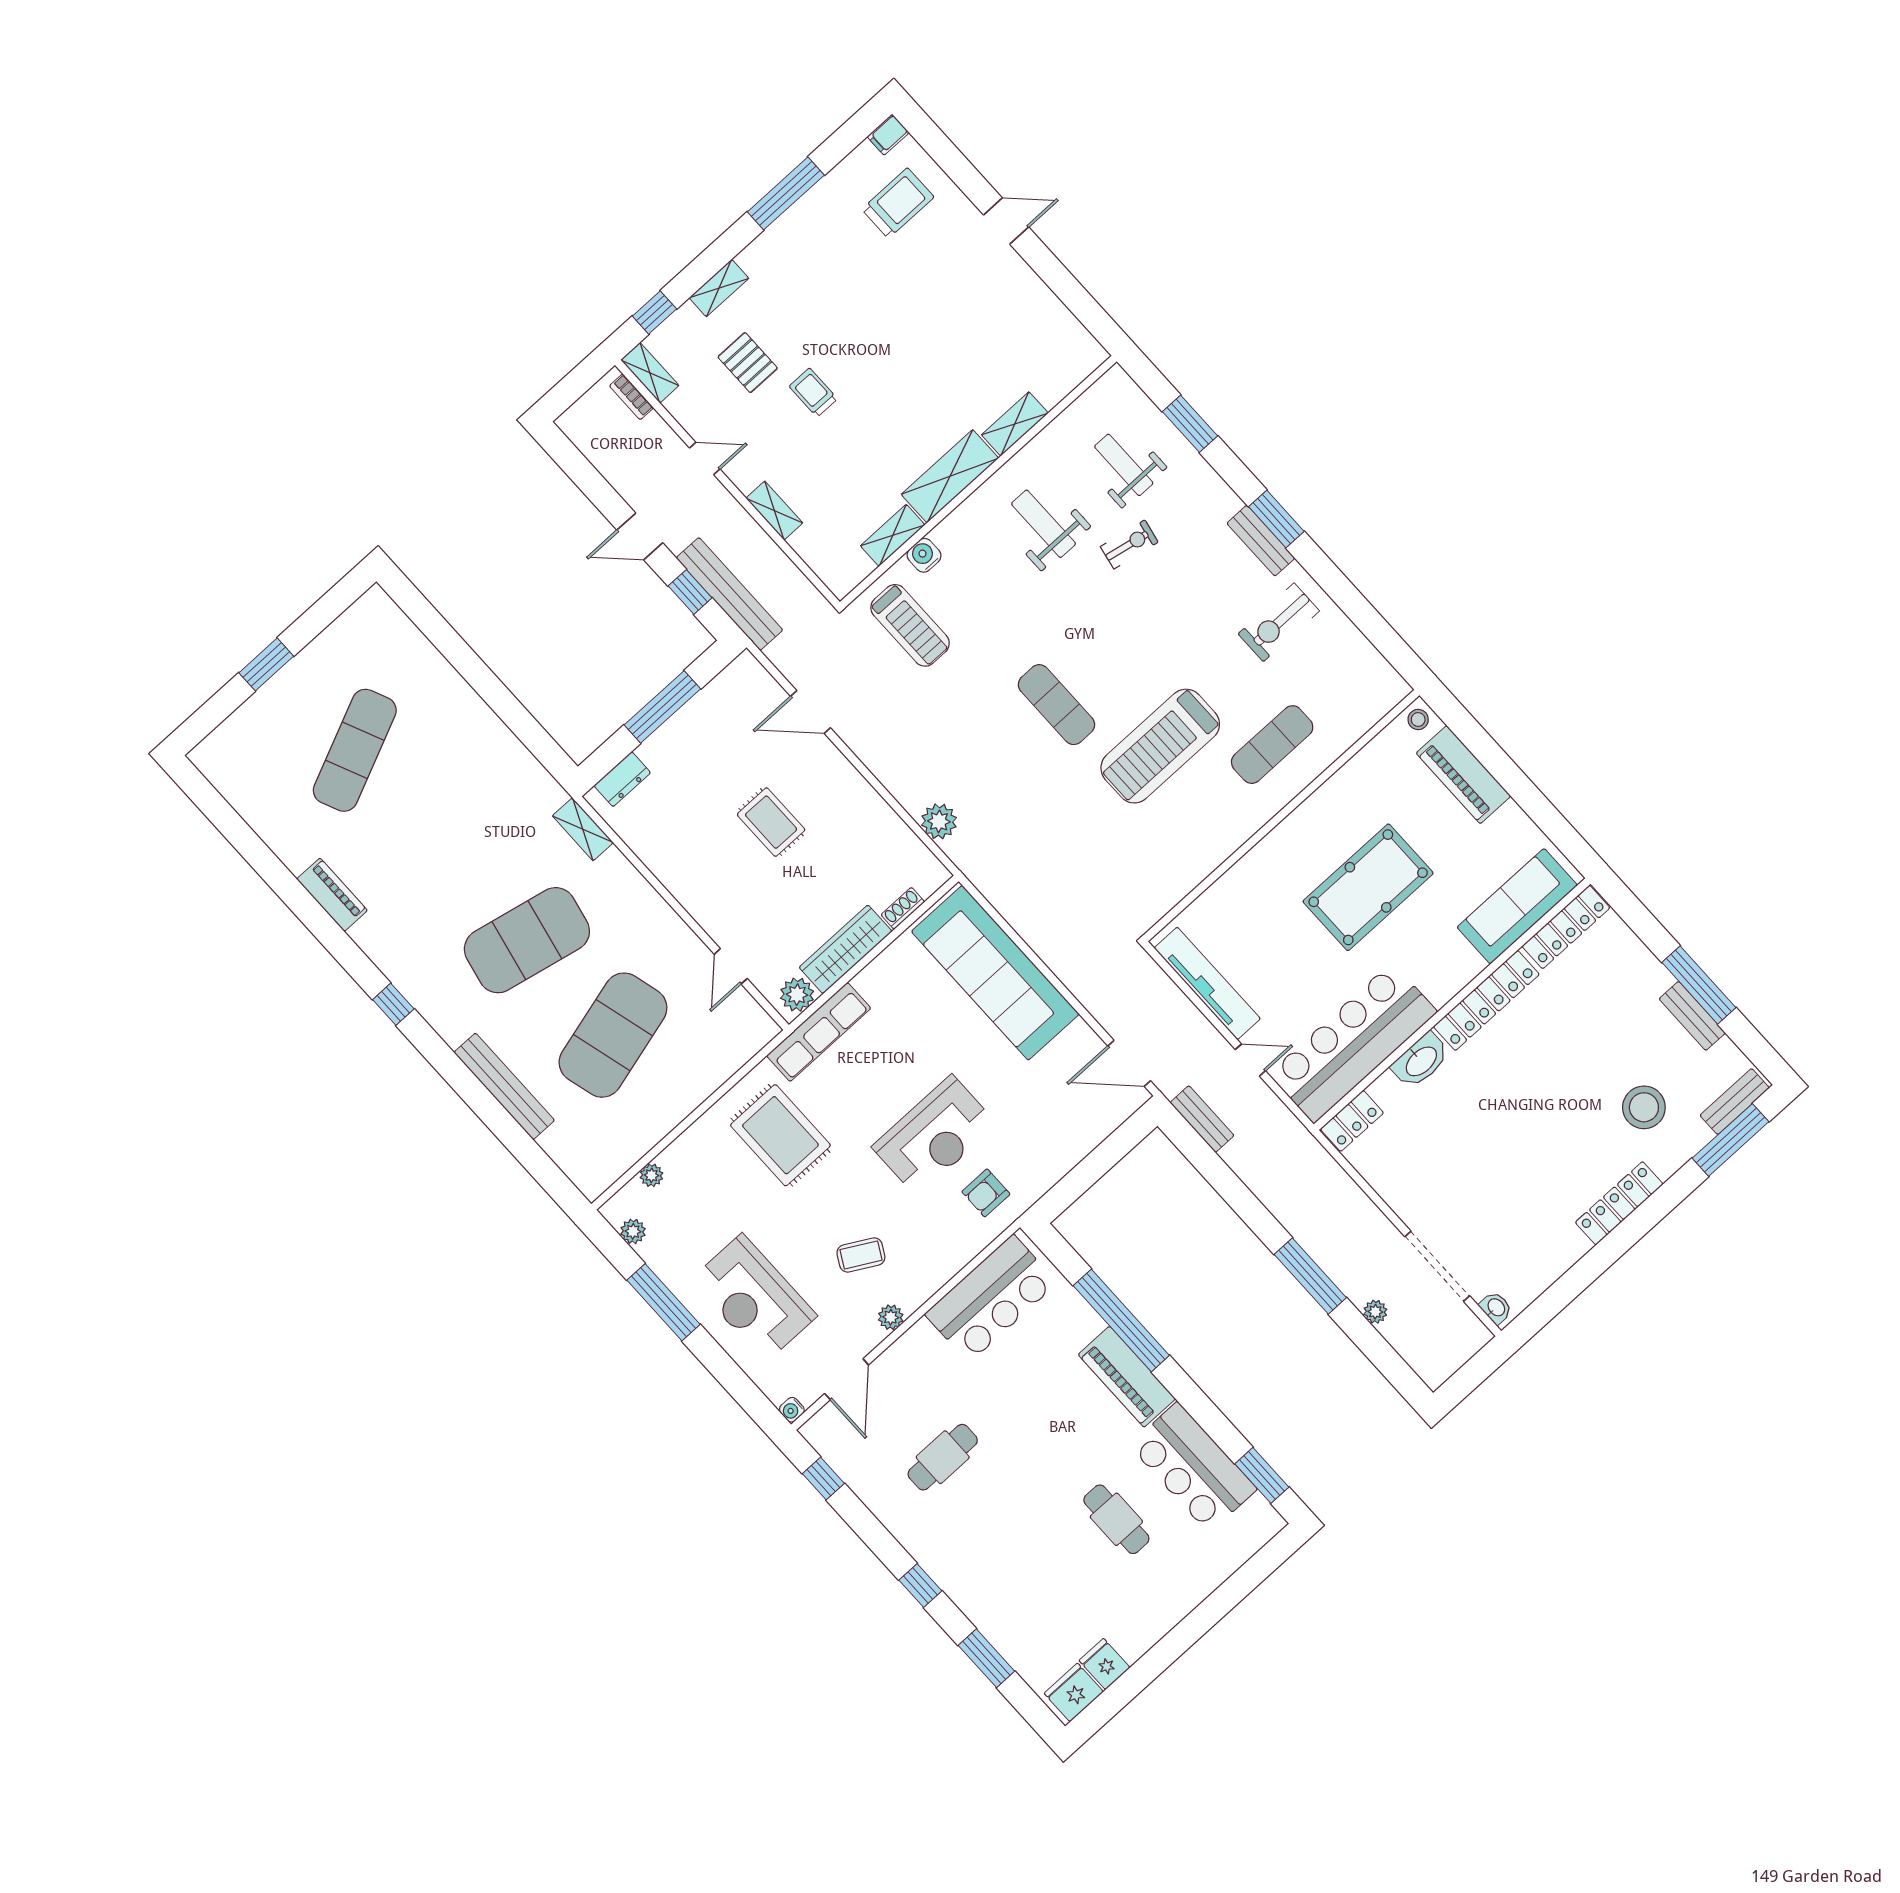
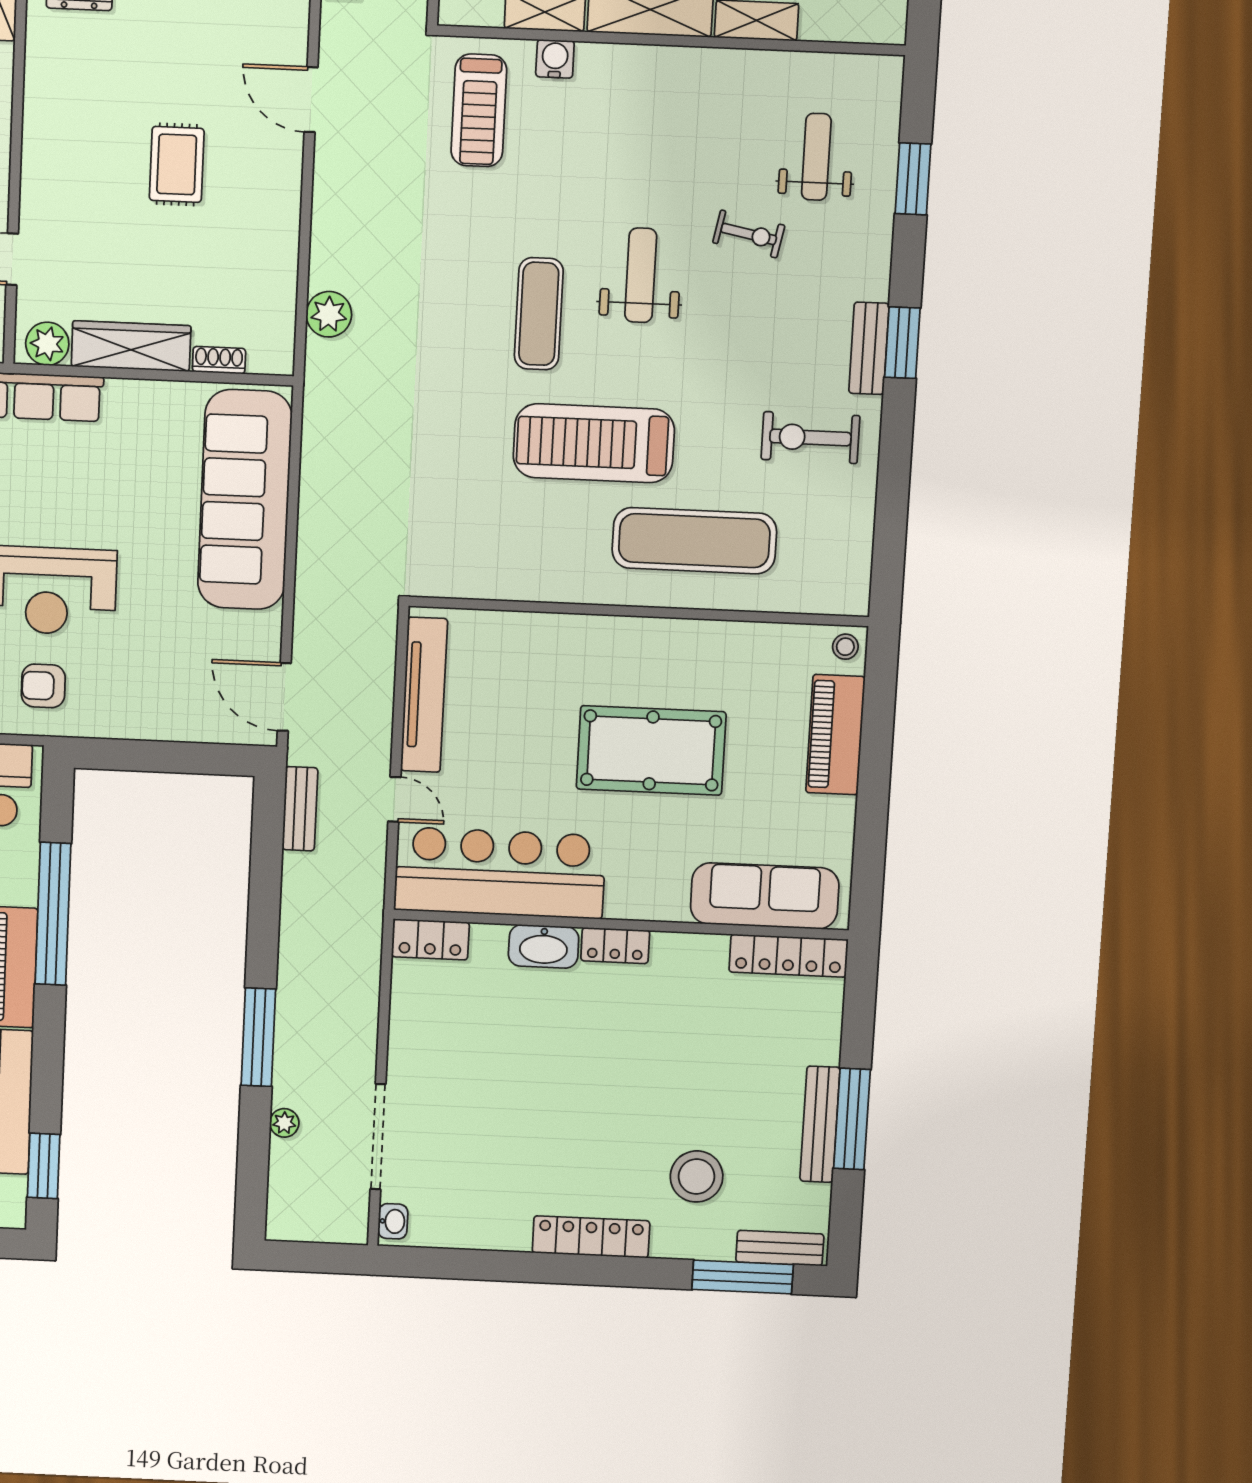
weight bench: (1044, 524) -> (641, 275), moved
exercise mat: (1272, 745) -> (694, 541), width x1.36, depth x1.45
locker: (1486, 1000) -> (615, 946), width x0.46, depth x0.83
bench: (1692, 1016) -> (820, 1124), width x1.36

